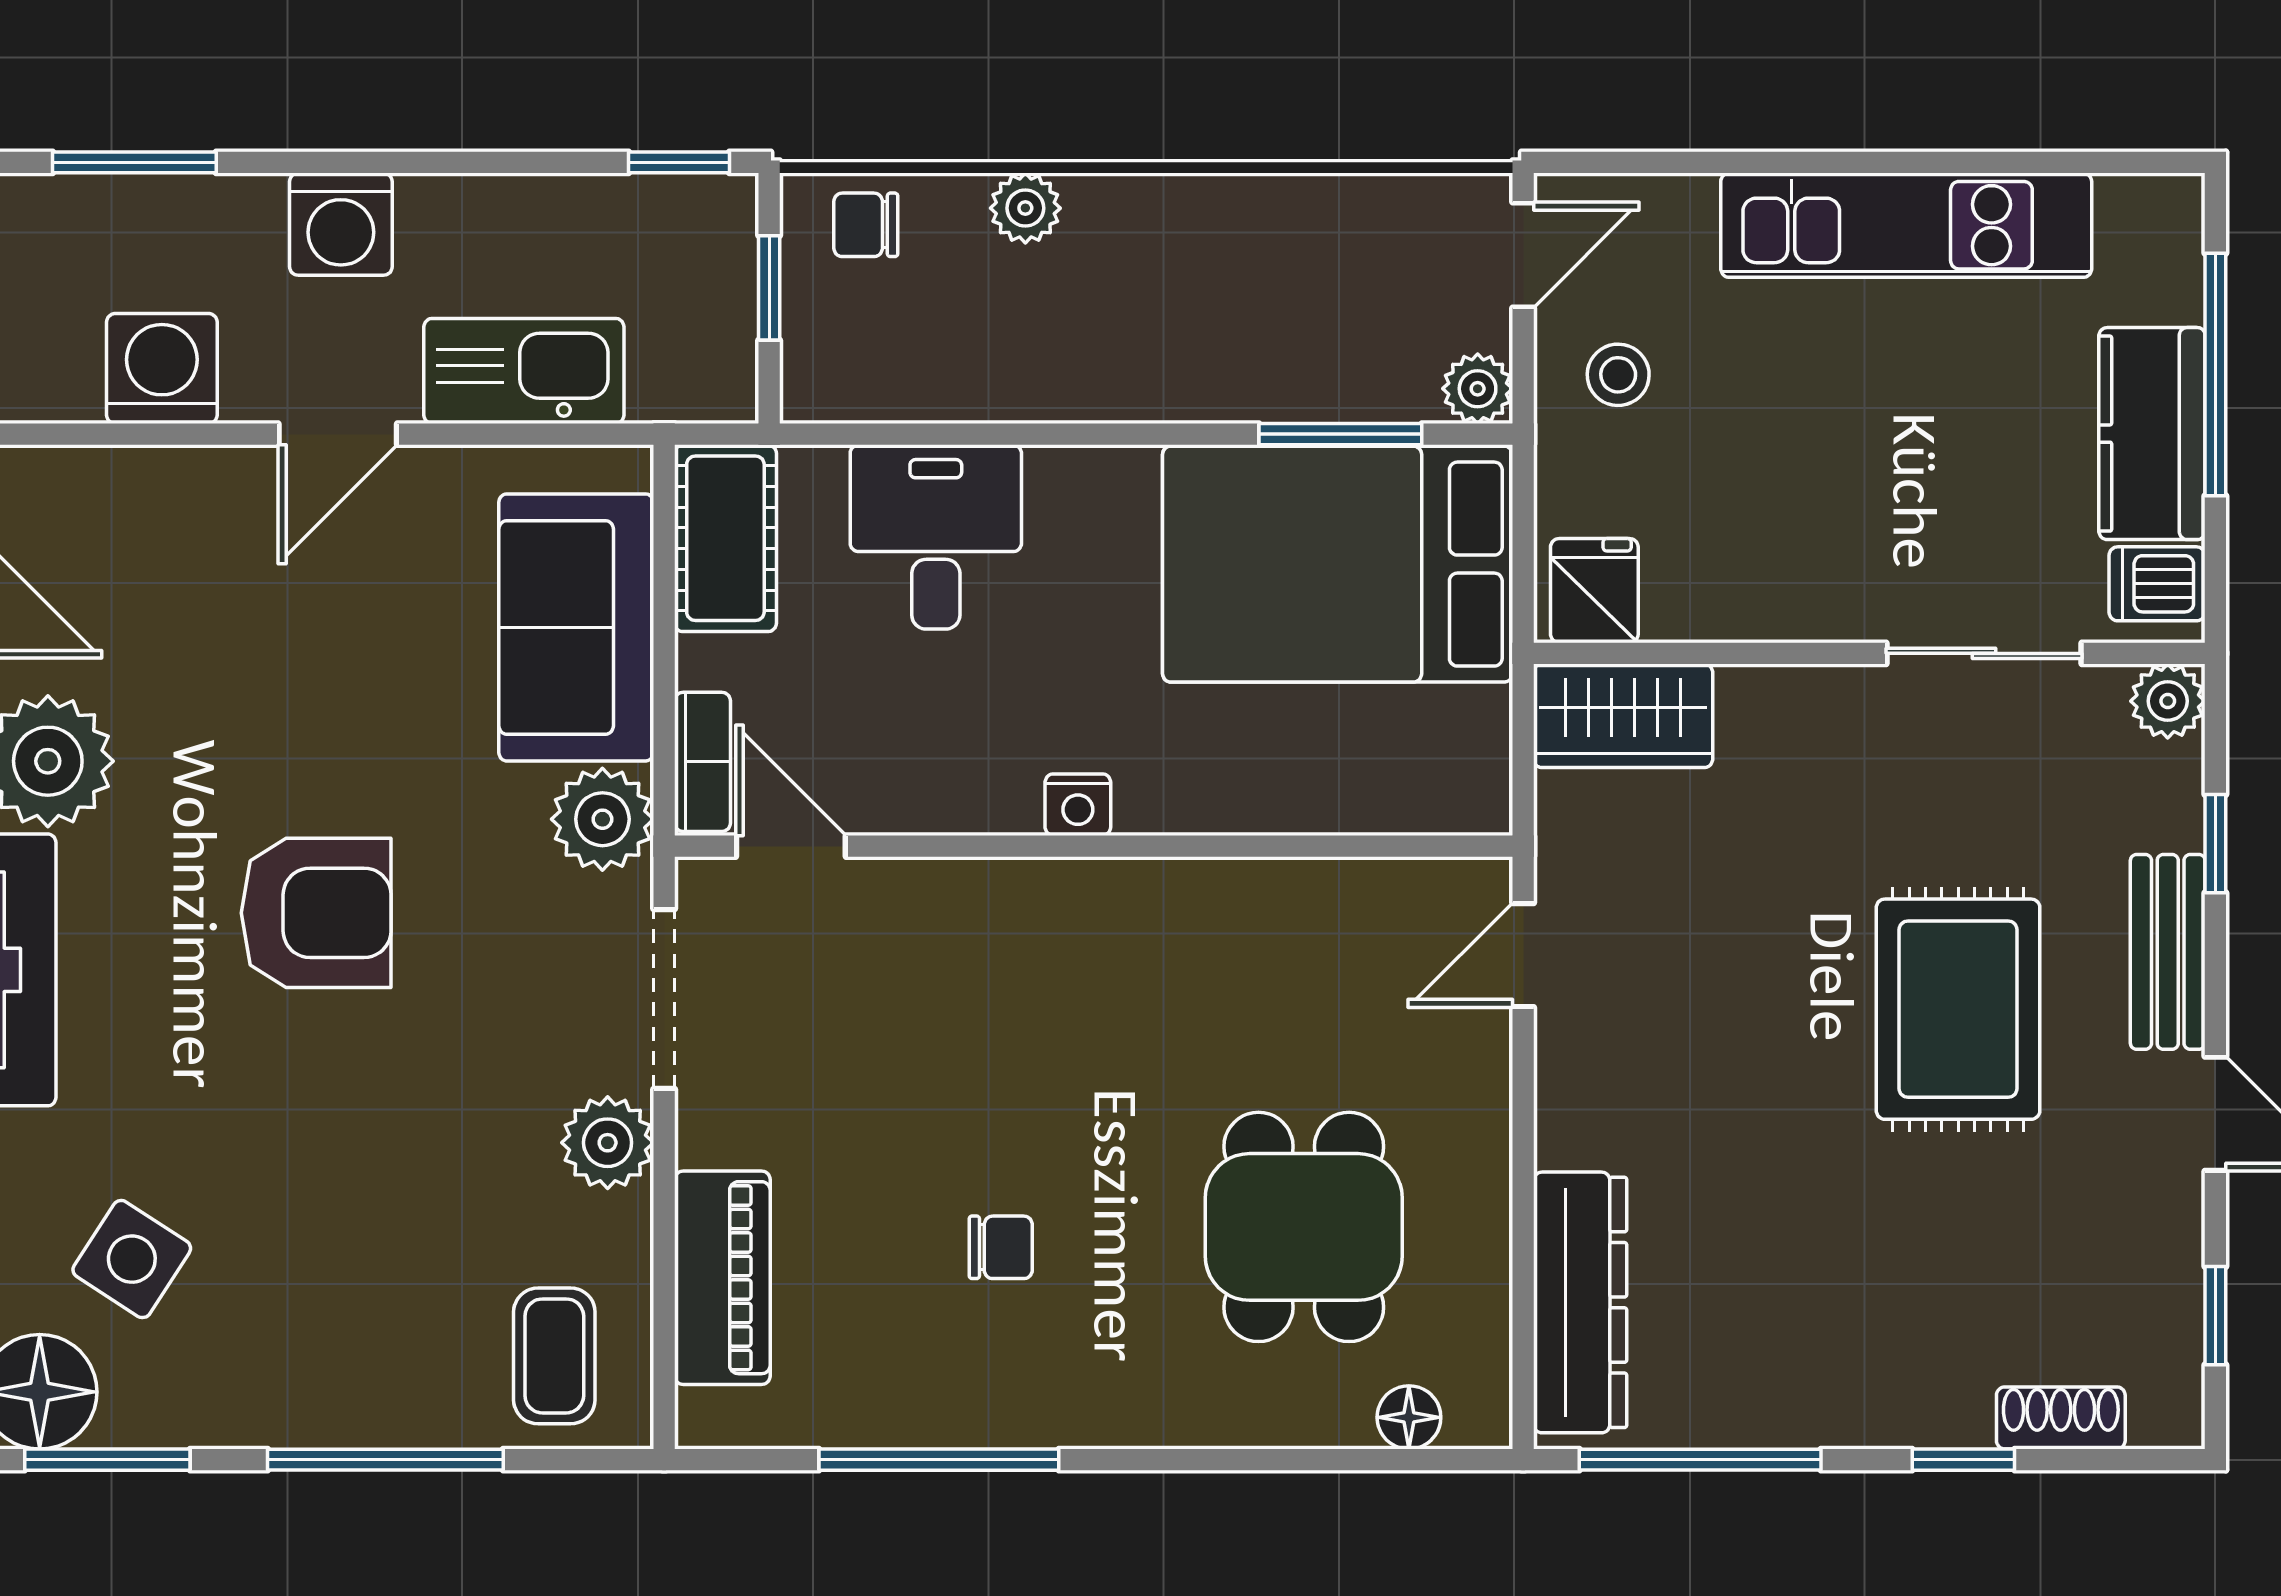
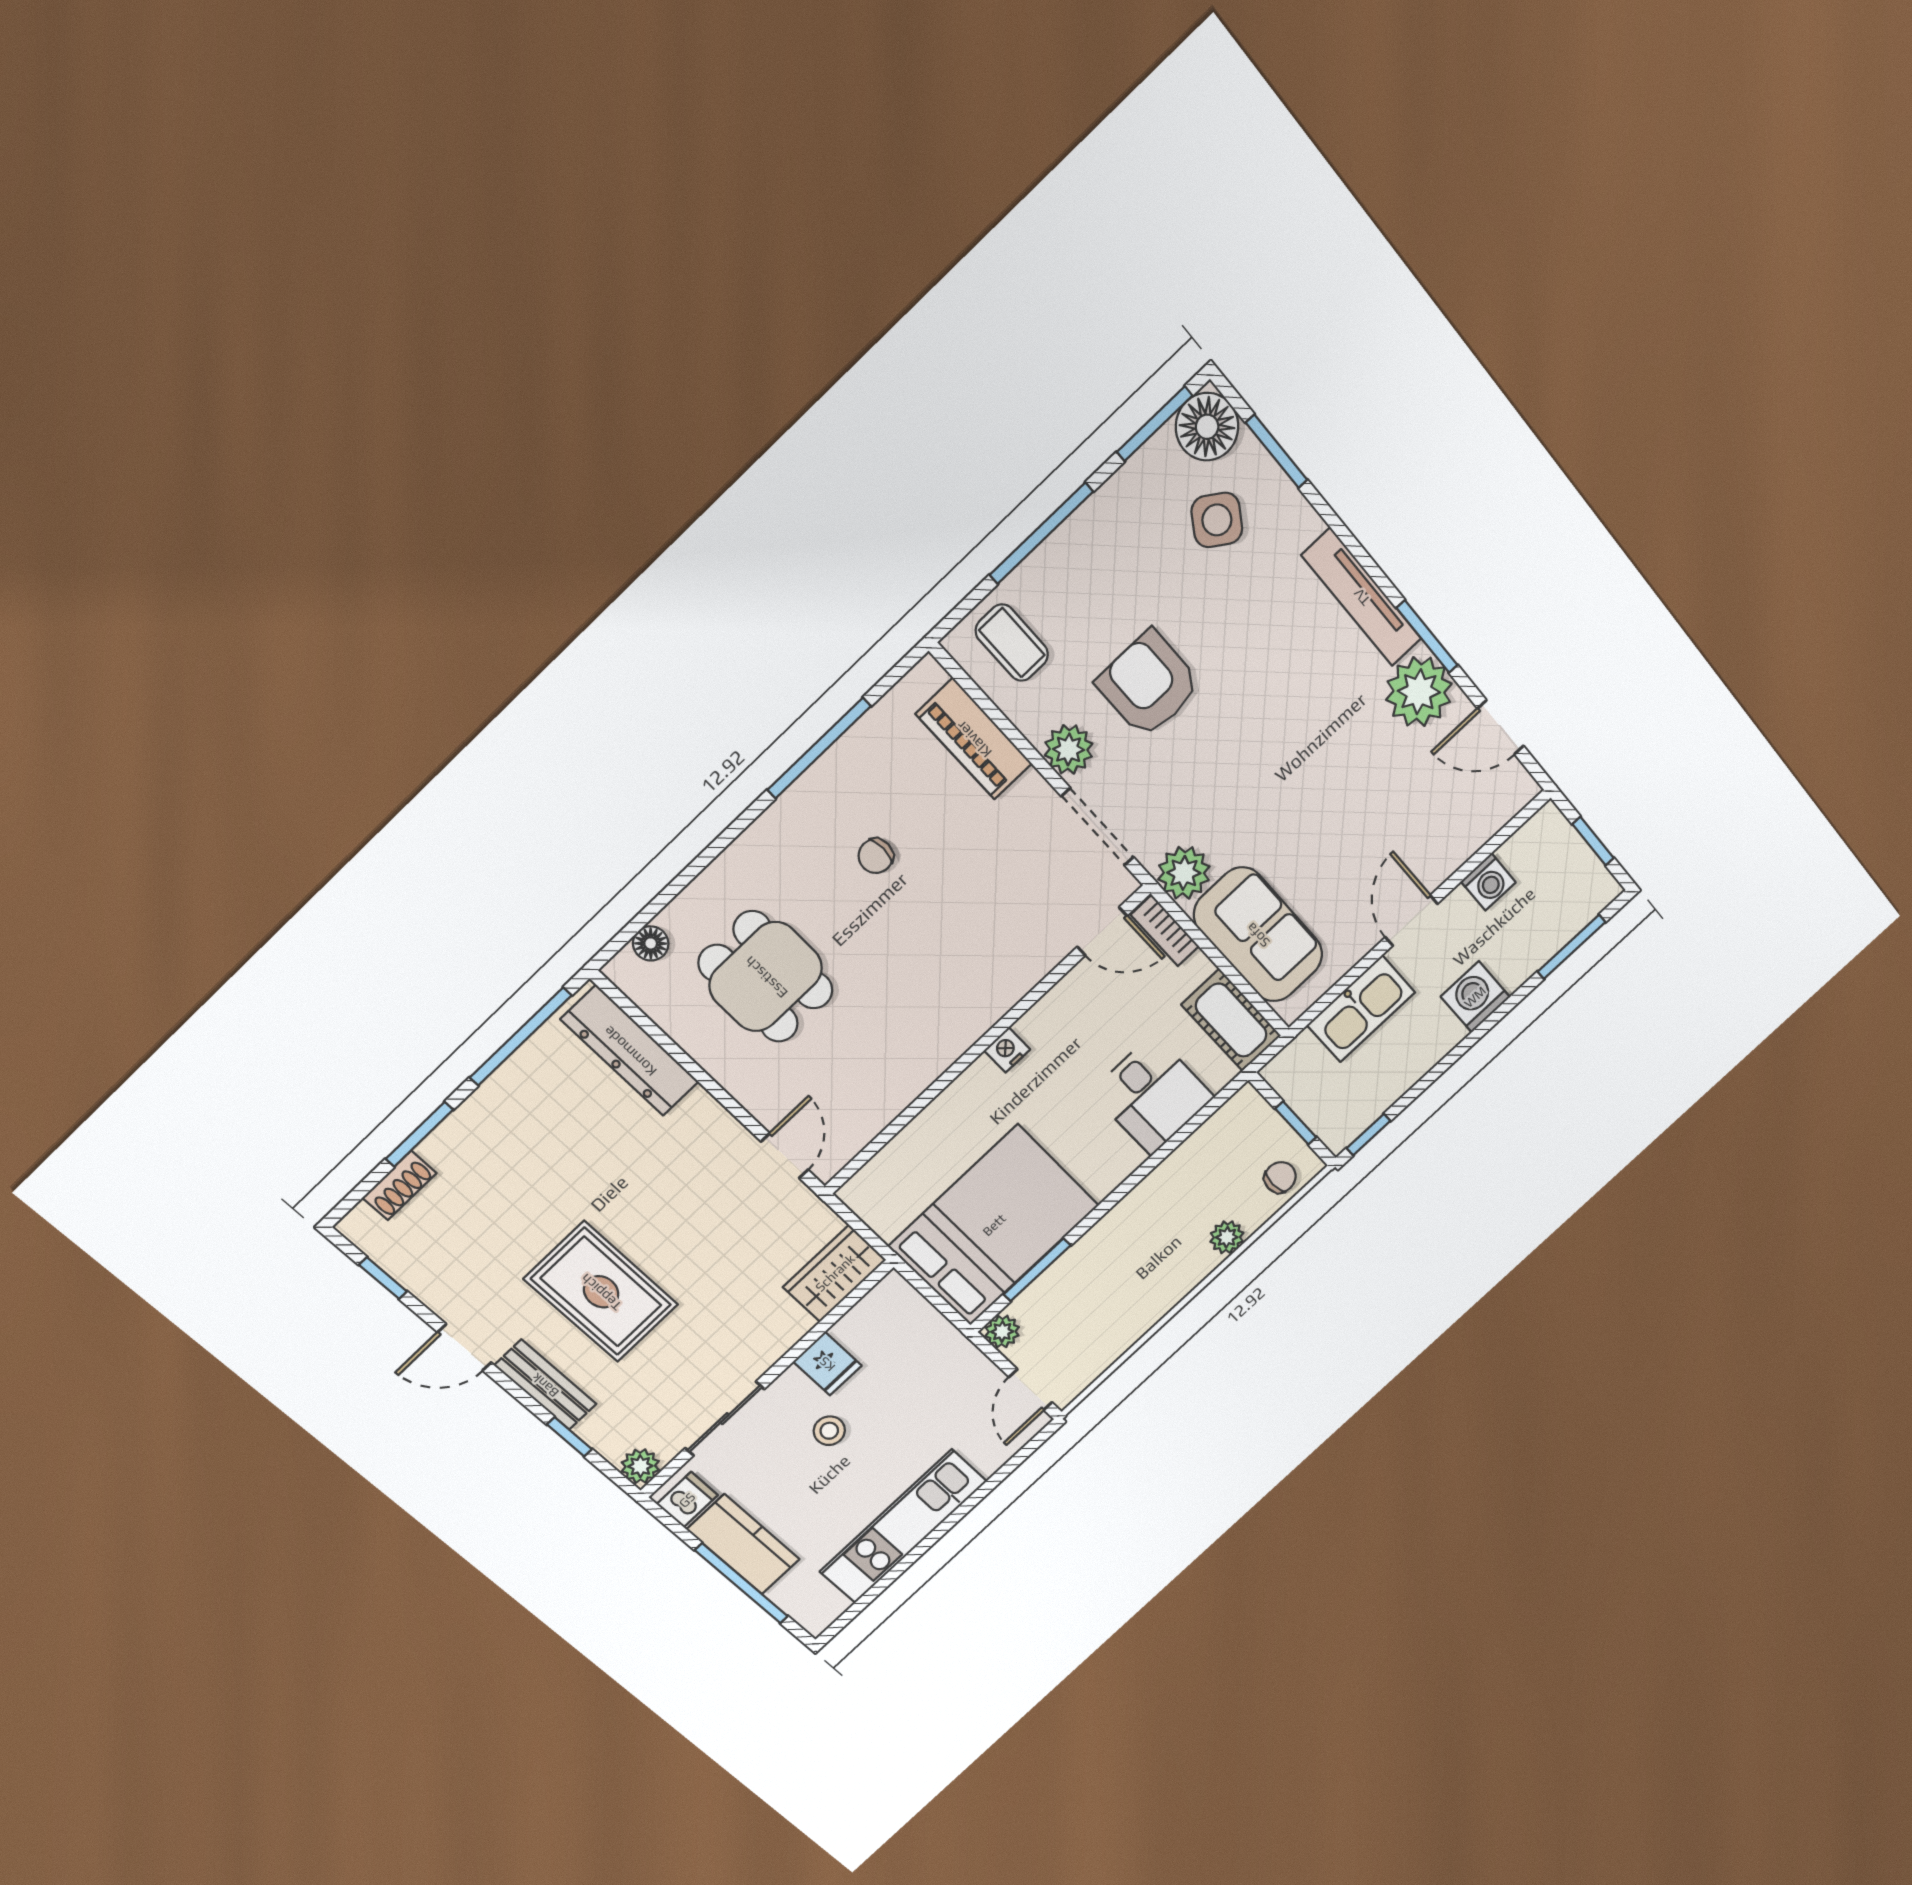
washing machine: (162, 369) -> (1488, 882), width x0.73, depth x0.73
stool: (1618, 375) -> (829, 1431), moved
fridge: (1594, 591) -> (827, 1364), moved
armchair: (316, 913) -> (1149, 684), moved, turned 90
window: (1963, 1460) -> (419, 1134), width x1.50

